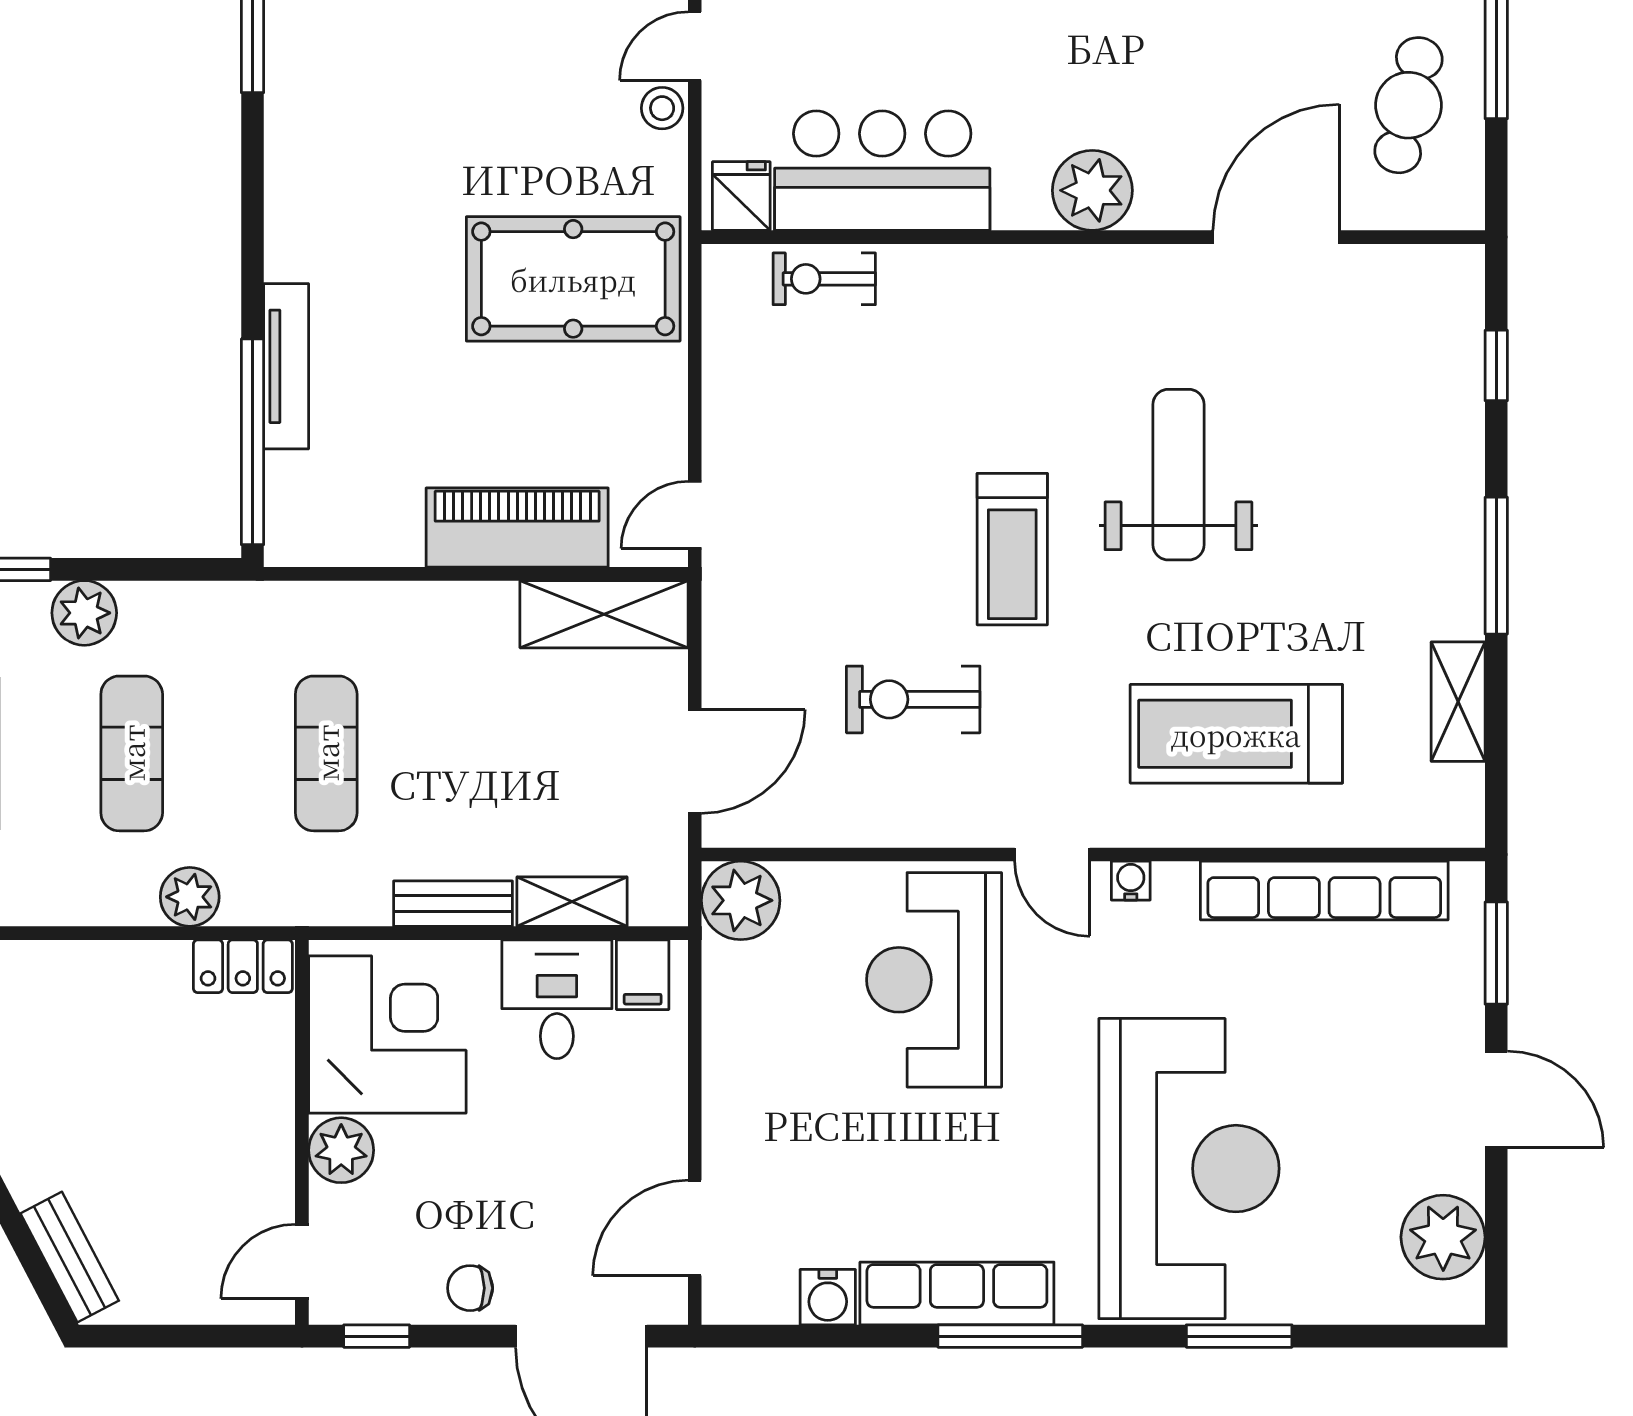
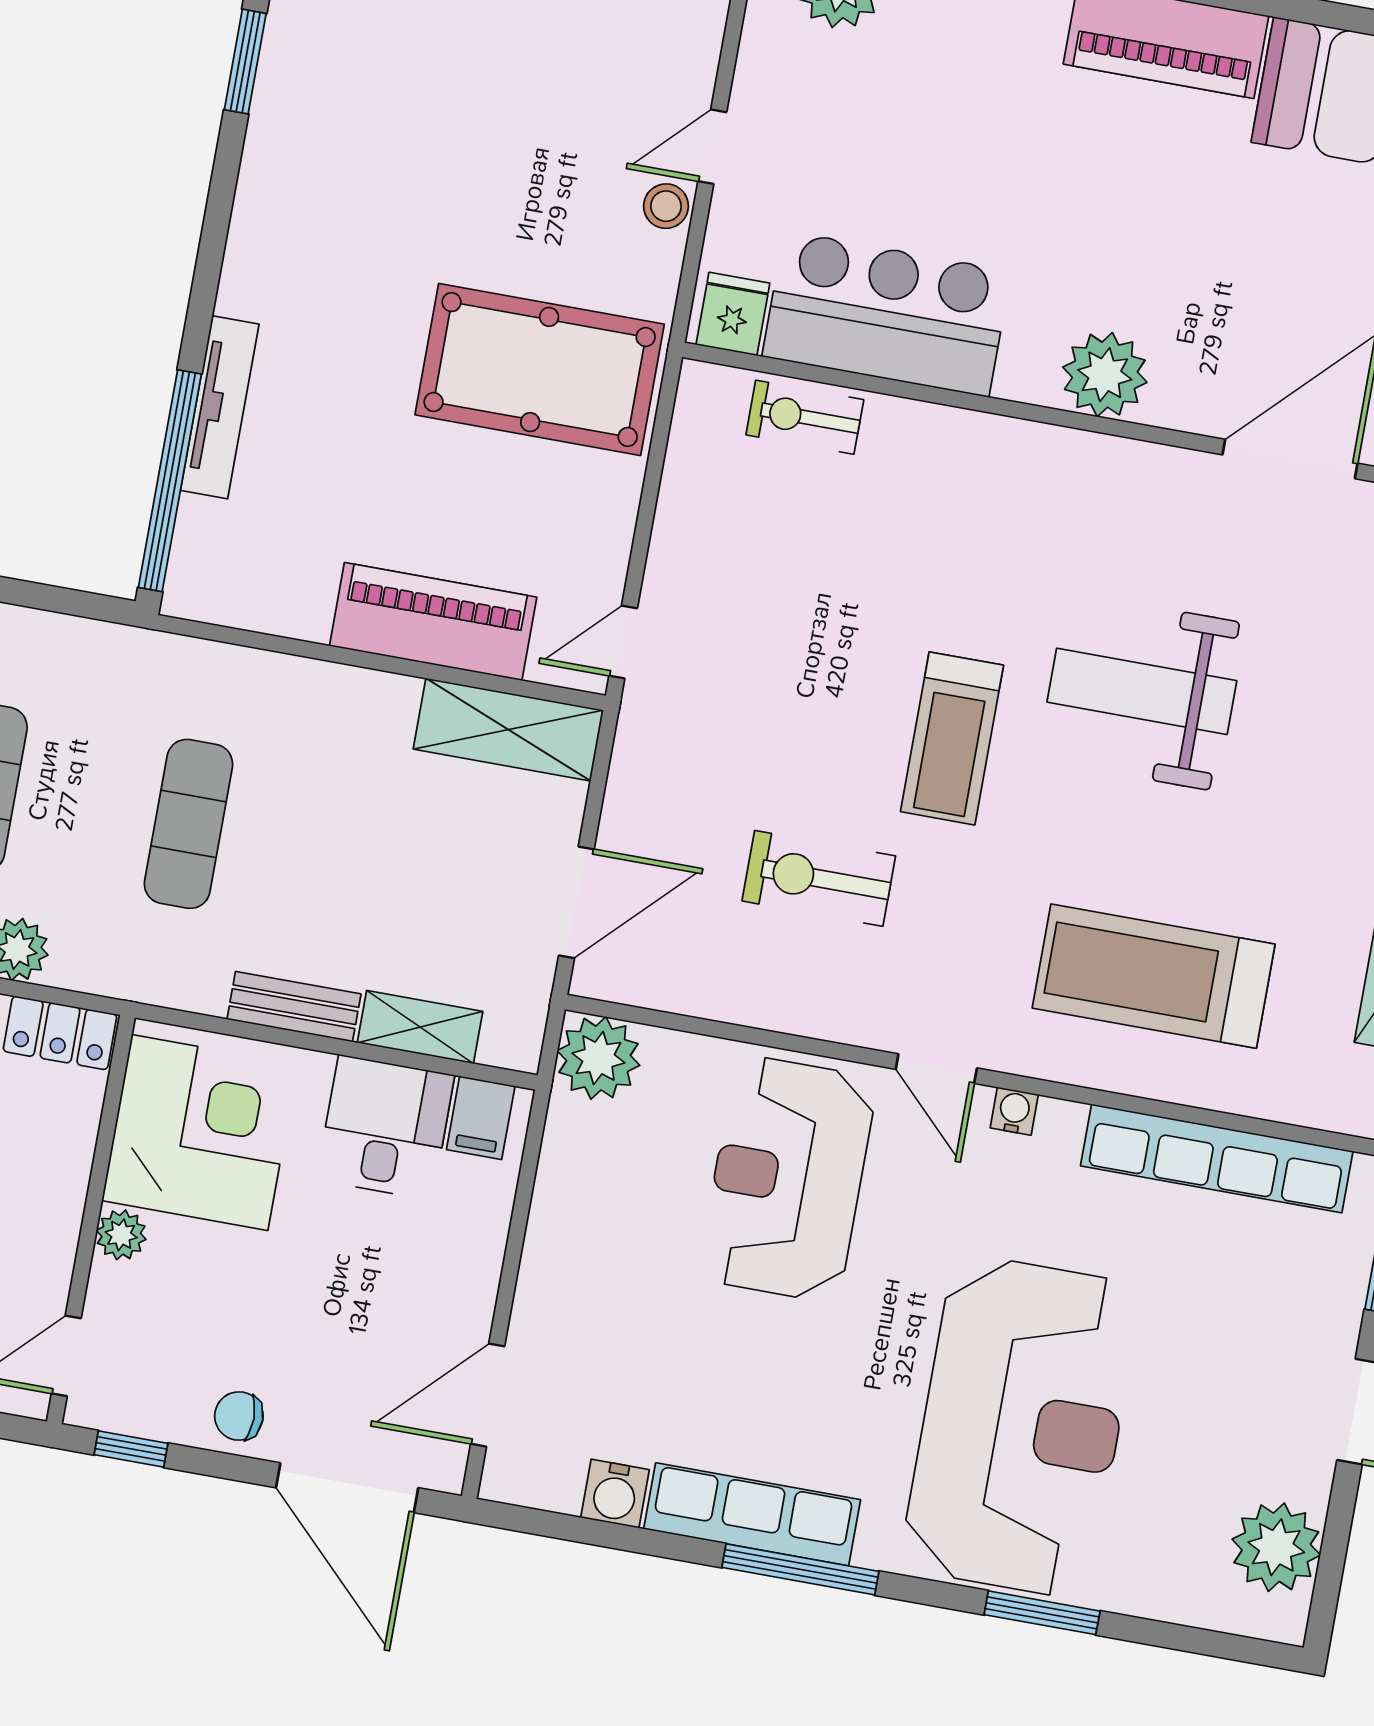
weight bench: (1178, 475) -> (1142, 691), turned -90
plant: (341, 1150) -> (121, 1235), width x0.73, depth x0.73

